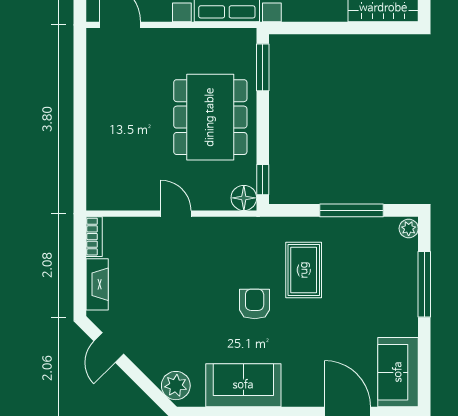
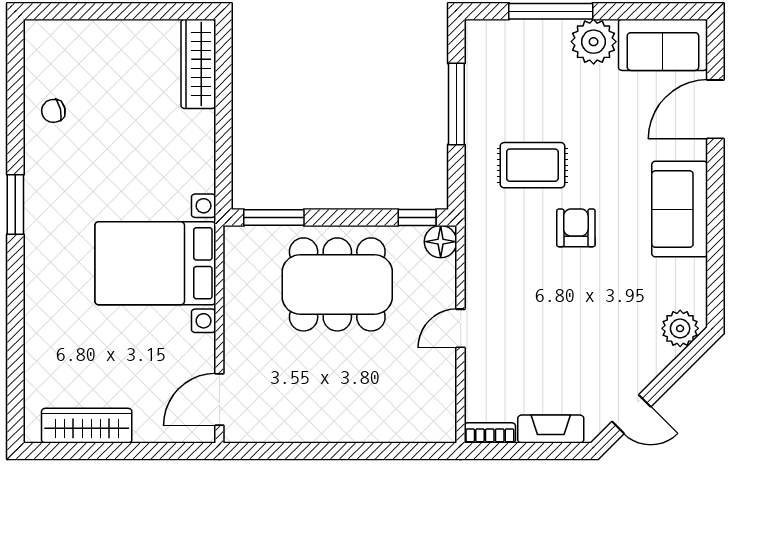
plant: (409, 228) -> (594, 42), moved, width x1.88, depth x1.88
armchair: (255, 304) -> (576, 228), turned 90
sofa: (243, 385) -> (680, 209), moved

